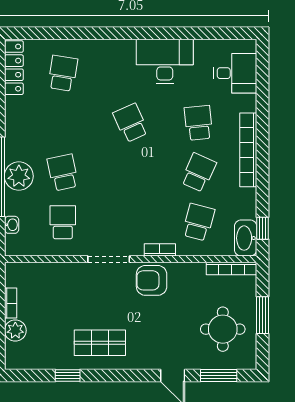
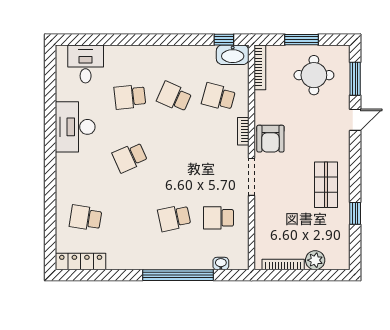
bookcase: (248, 150) -> (154, 52), removed
plant: (19, 176) -> (177, 257), removed
bookcase: (11, 303) -> (283, 264), width x1.56

